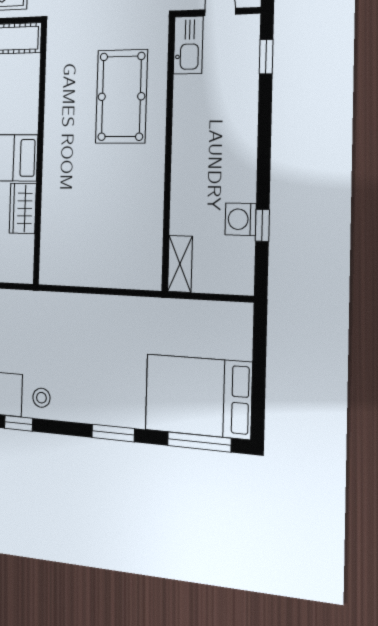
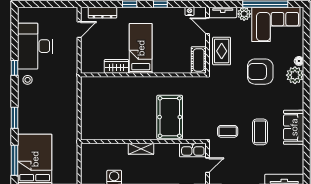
pool table: (121, 97) -> (170, 117), turned 90
shelving: (180, 264) -> (141, 149), moved

